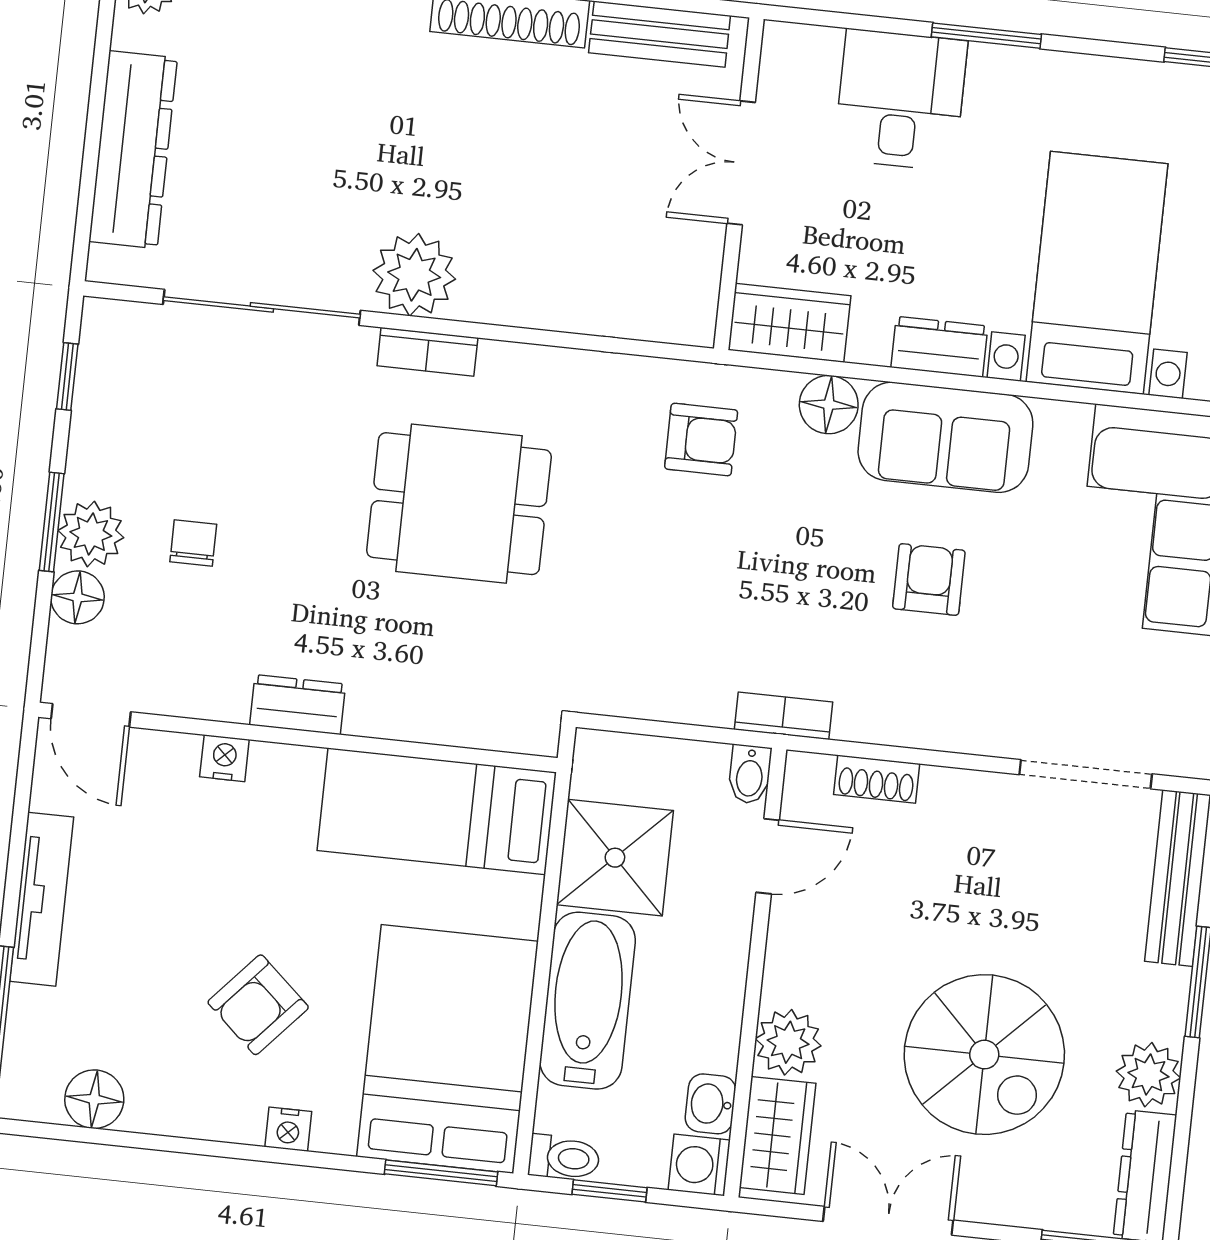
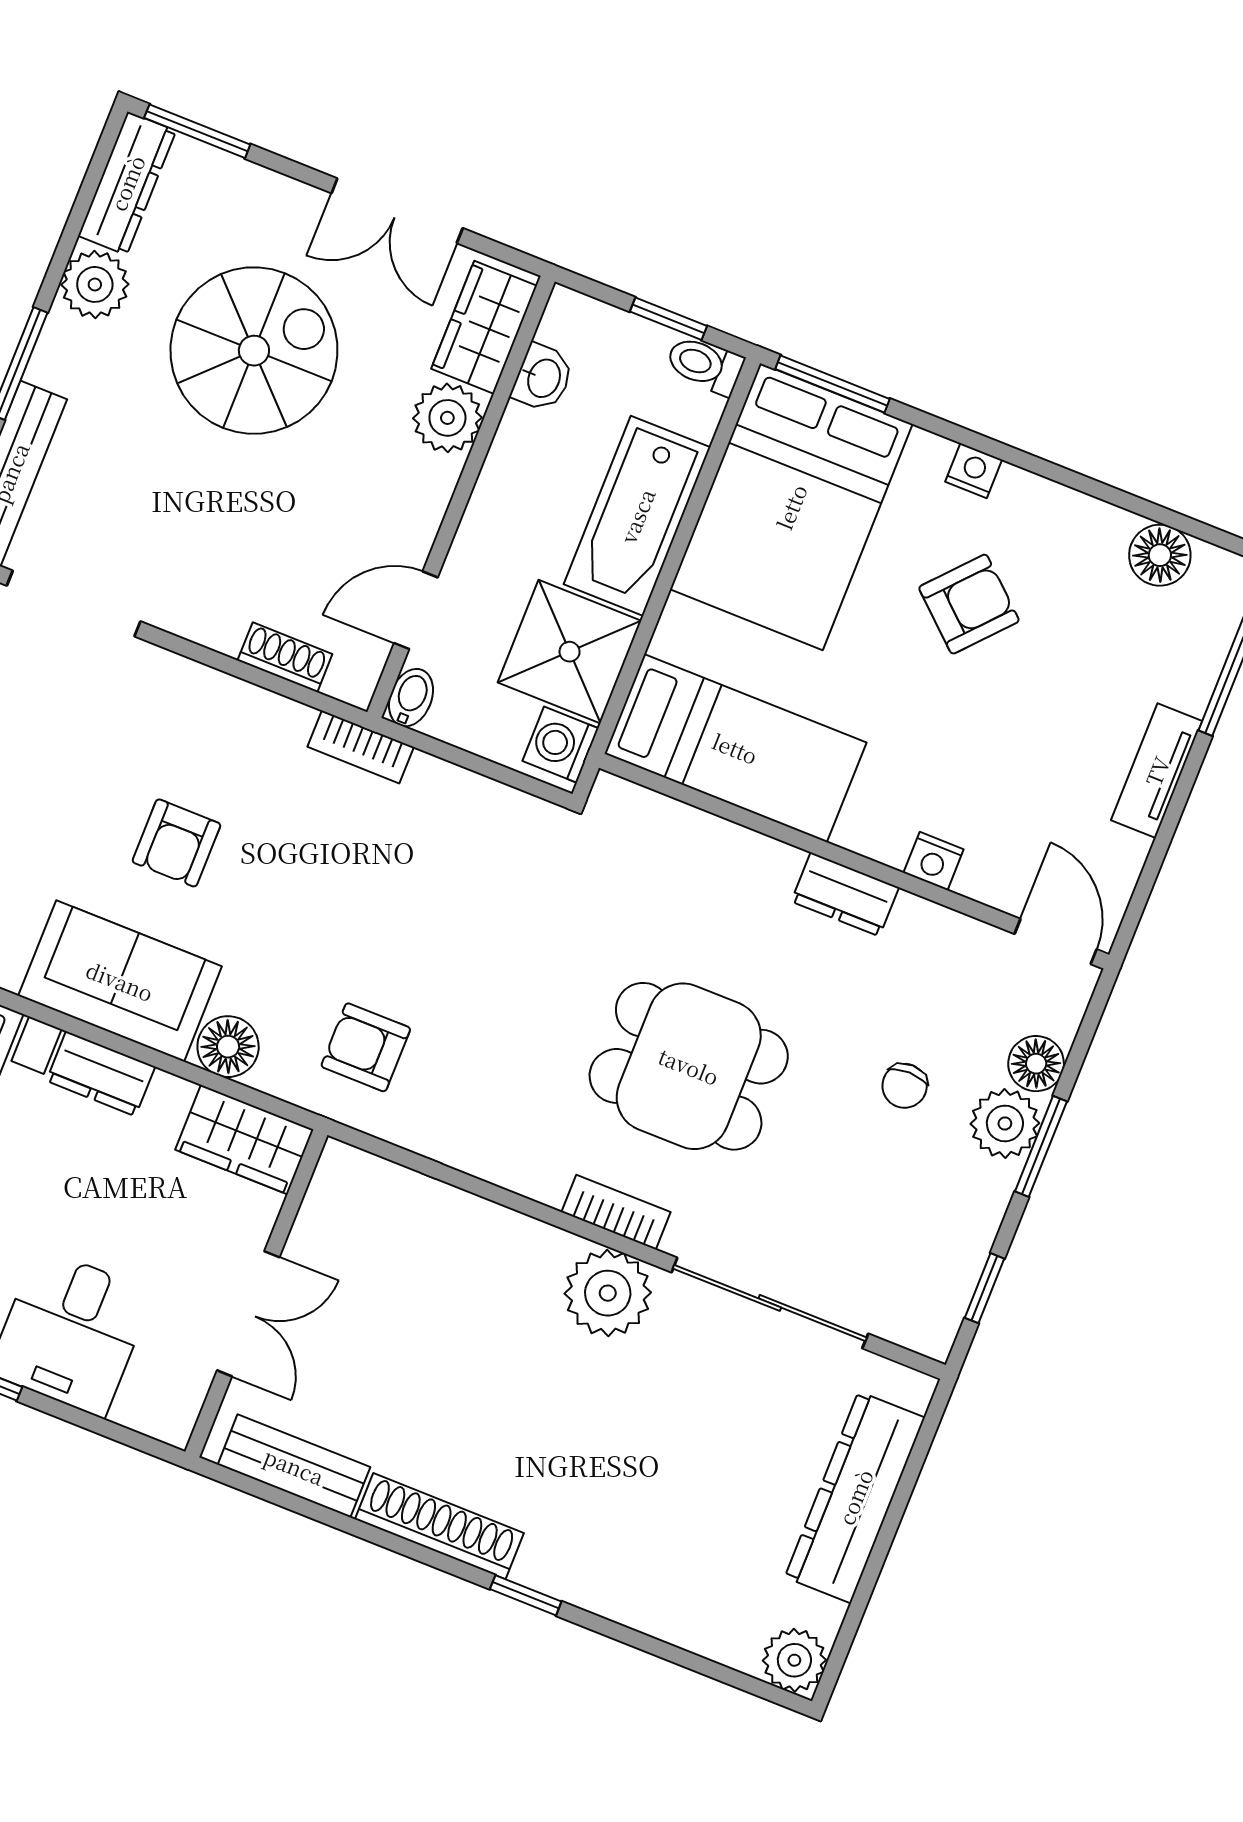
dining table: (459, 504) -> (689, 1066), moved
tv unit: (42, 899) -> (1157, 771), width x0.71
spiral stairs: (984, 1055) -> (254, 351), turned 90
washing machine: (699, 1165) -> (561, 745), moved, turned 180

